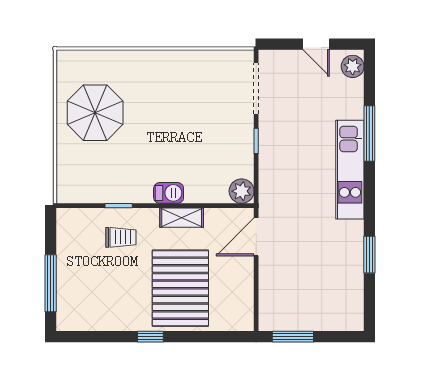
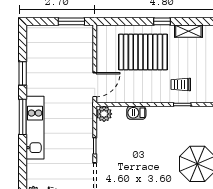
window: (369, 133) -> (23, 117), moved
barbecue: (169, 193) -> (136, 113), moved
shelving: (182, 218) -> (188, 31), moved
pallet: (180, 288) -> (143, 52), turned 90

